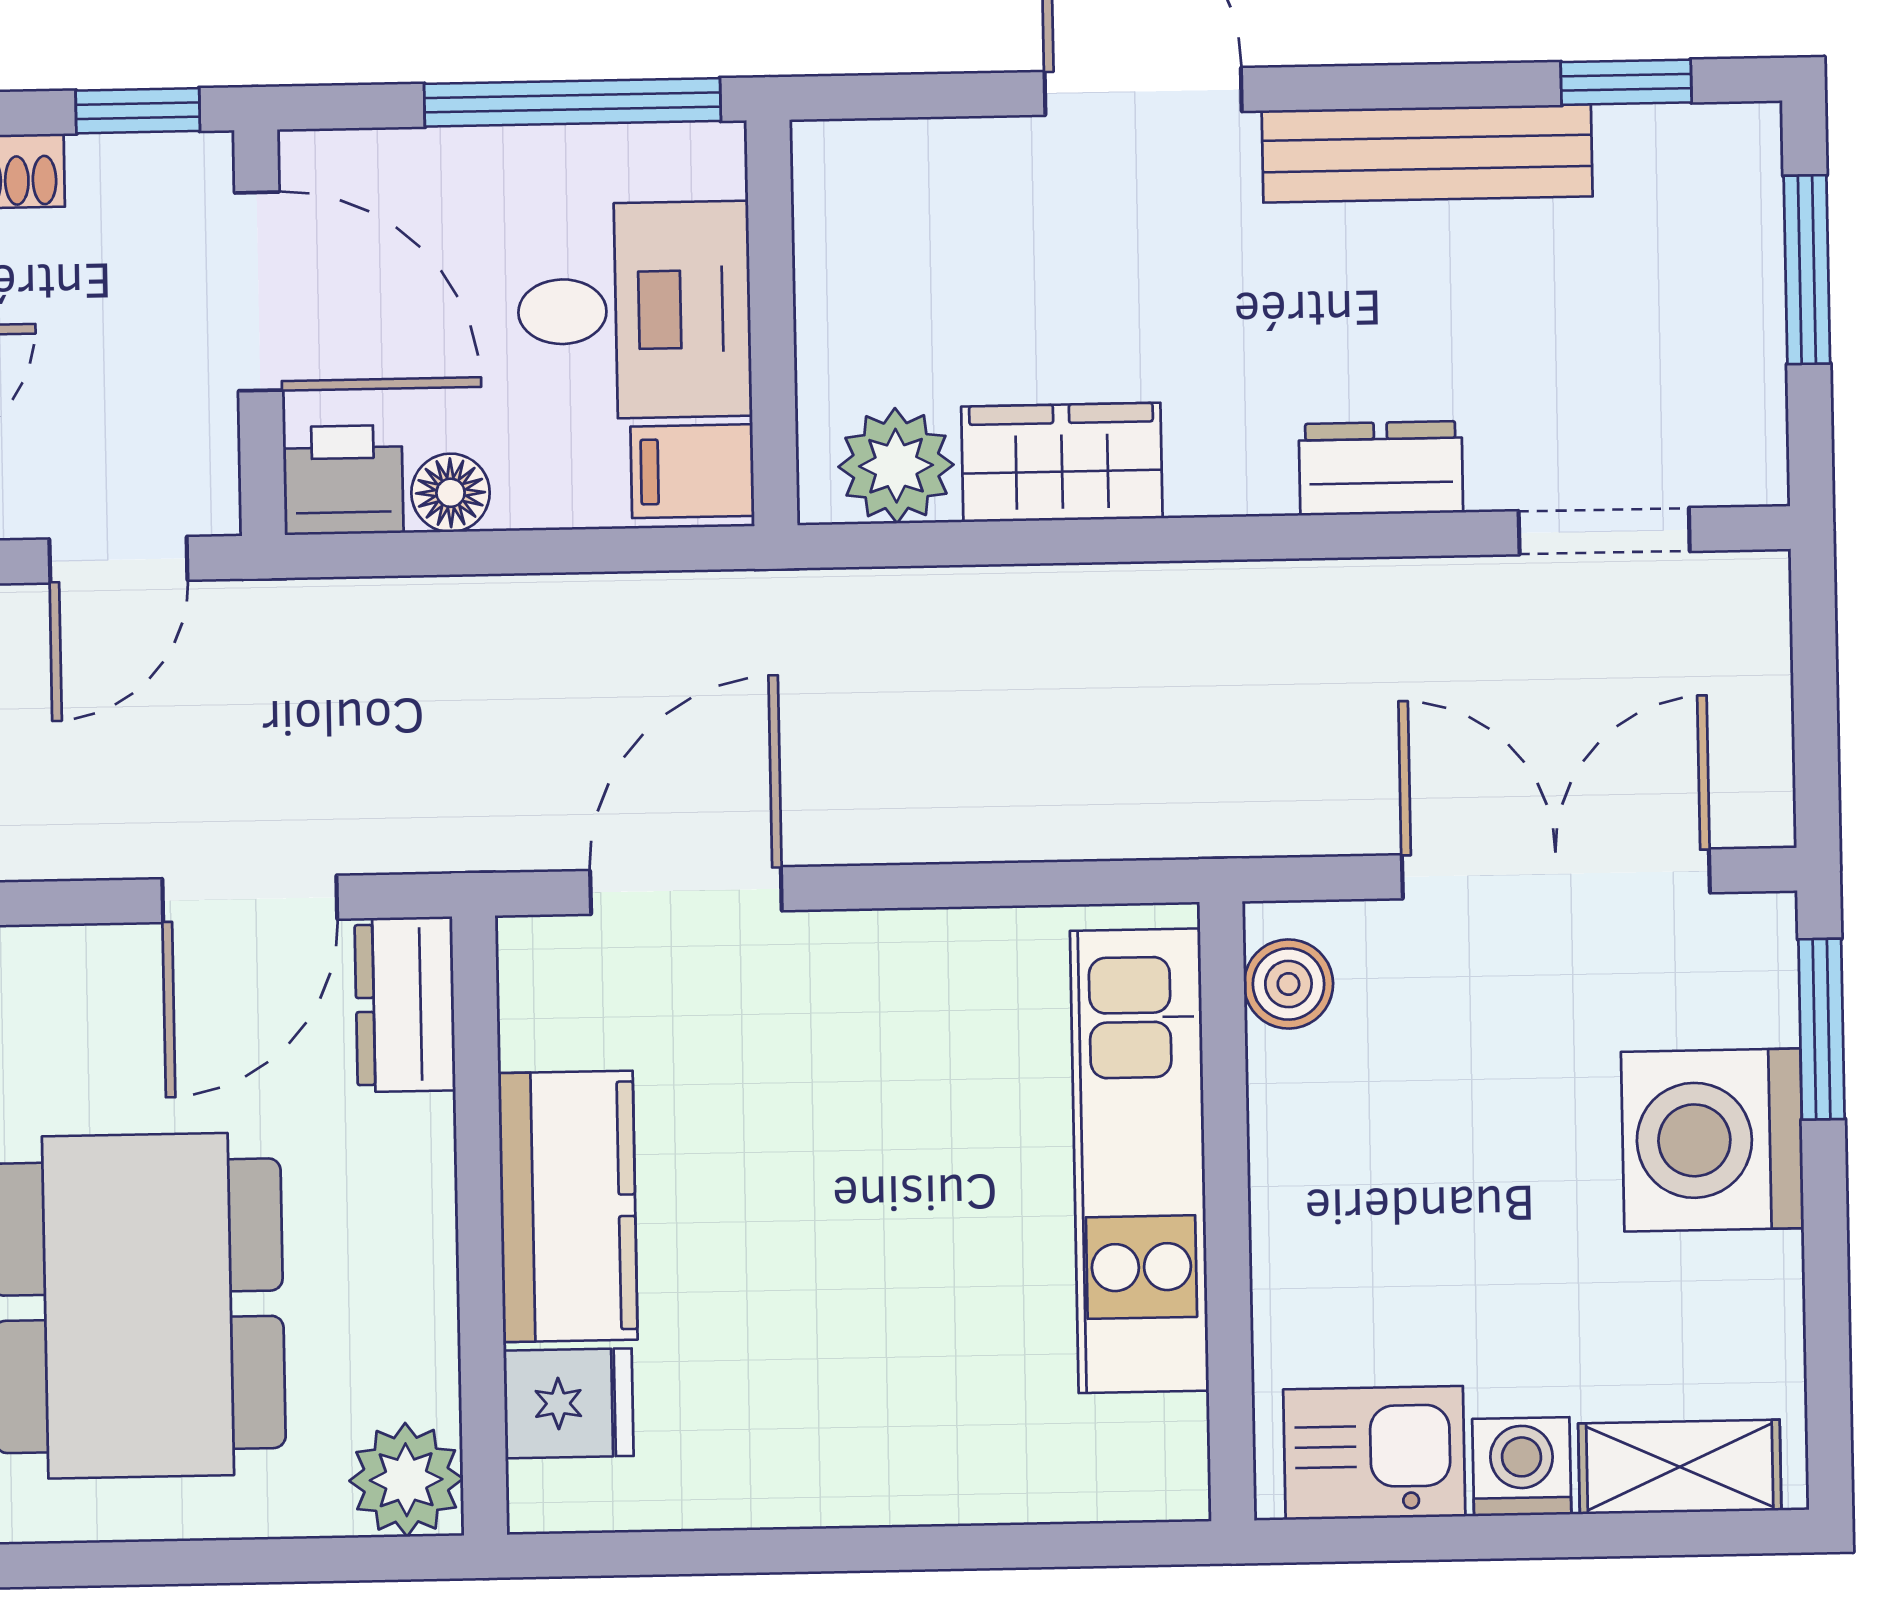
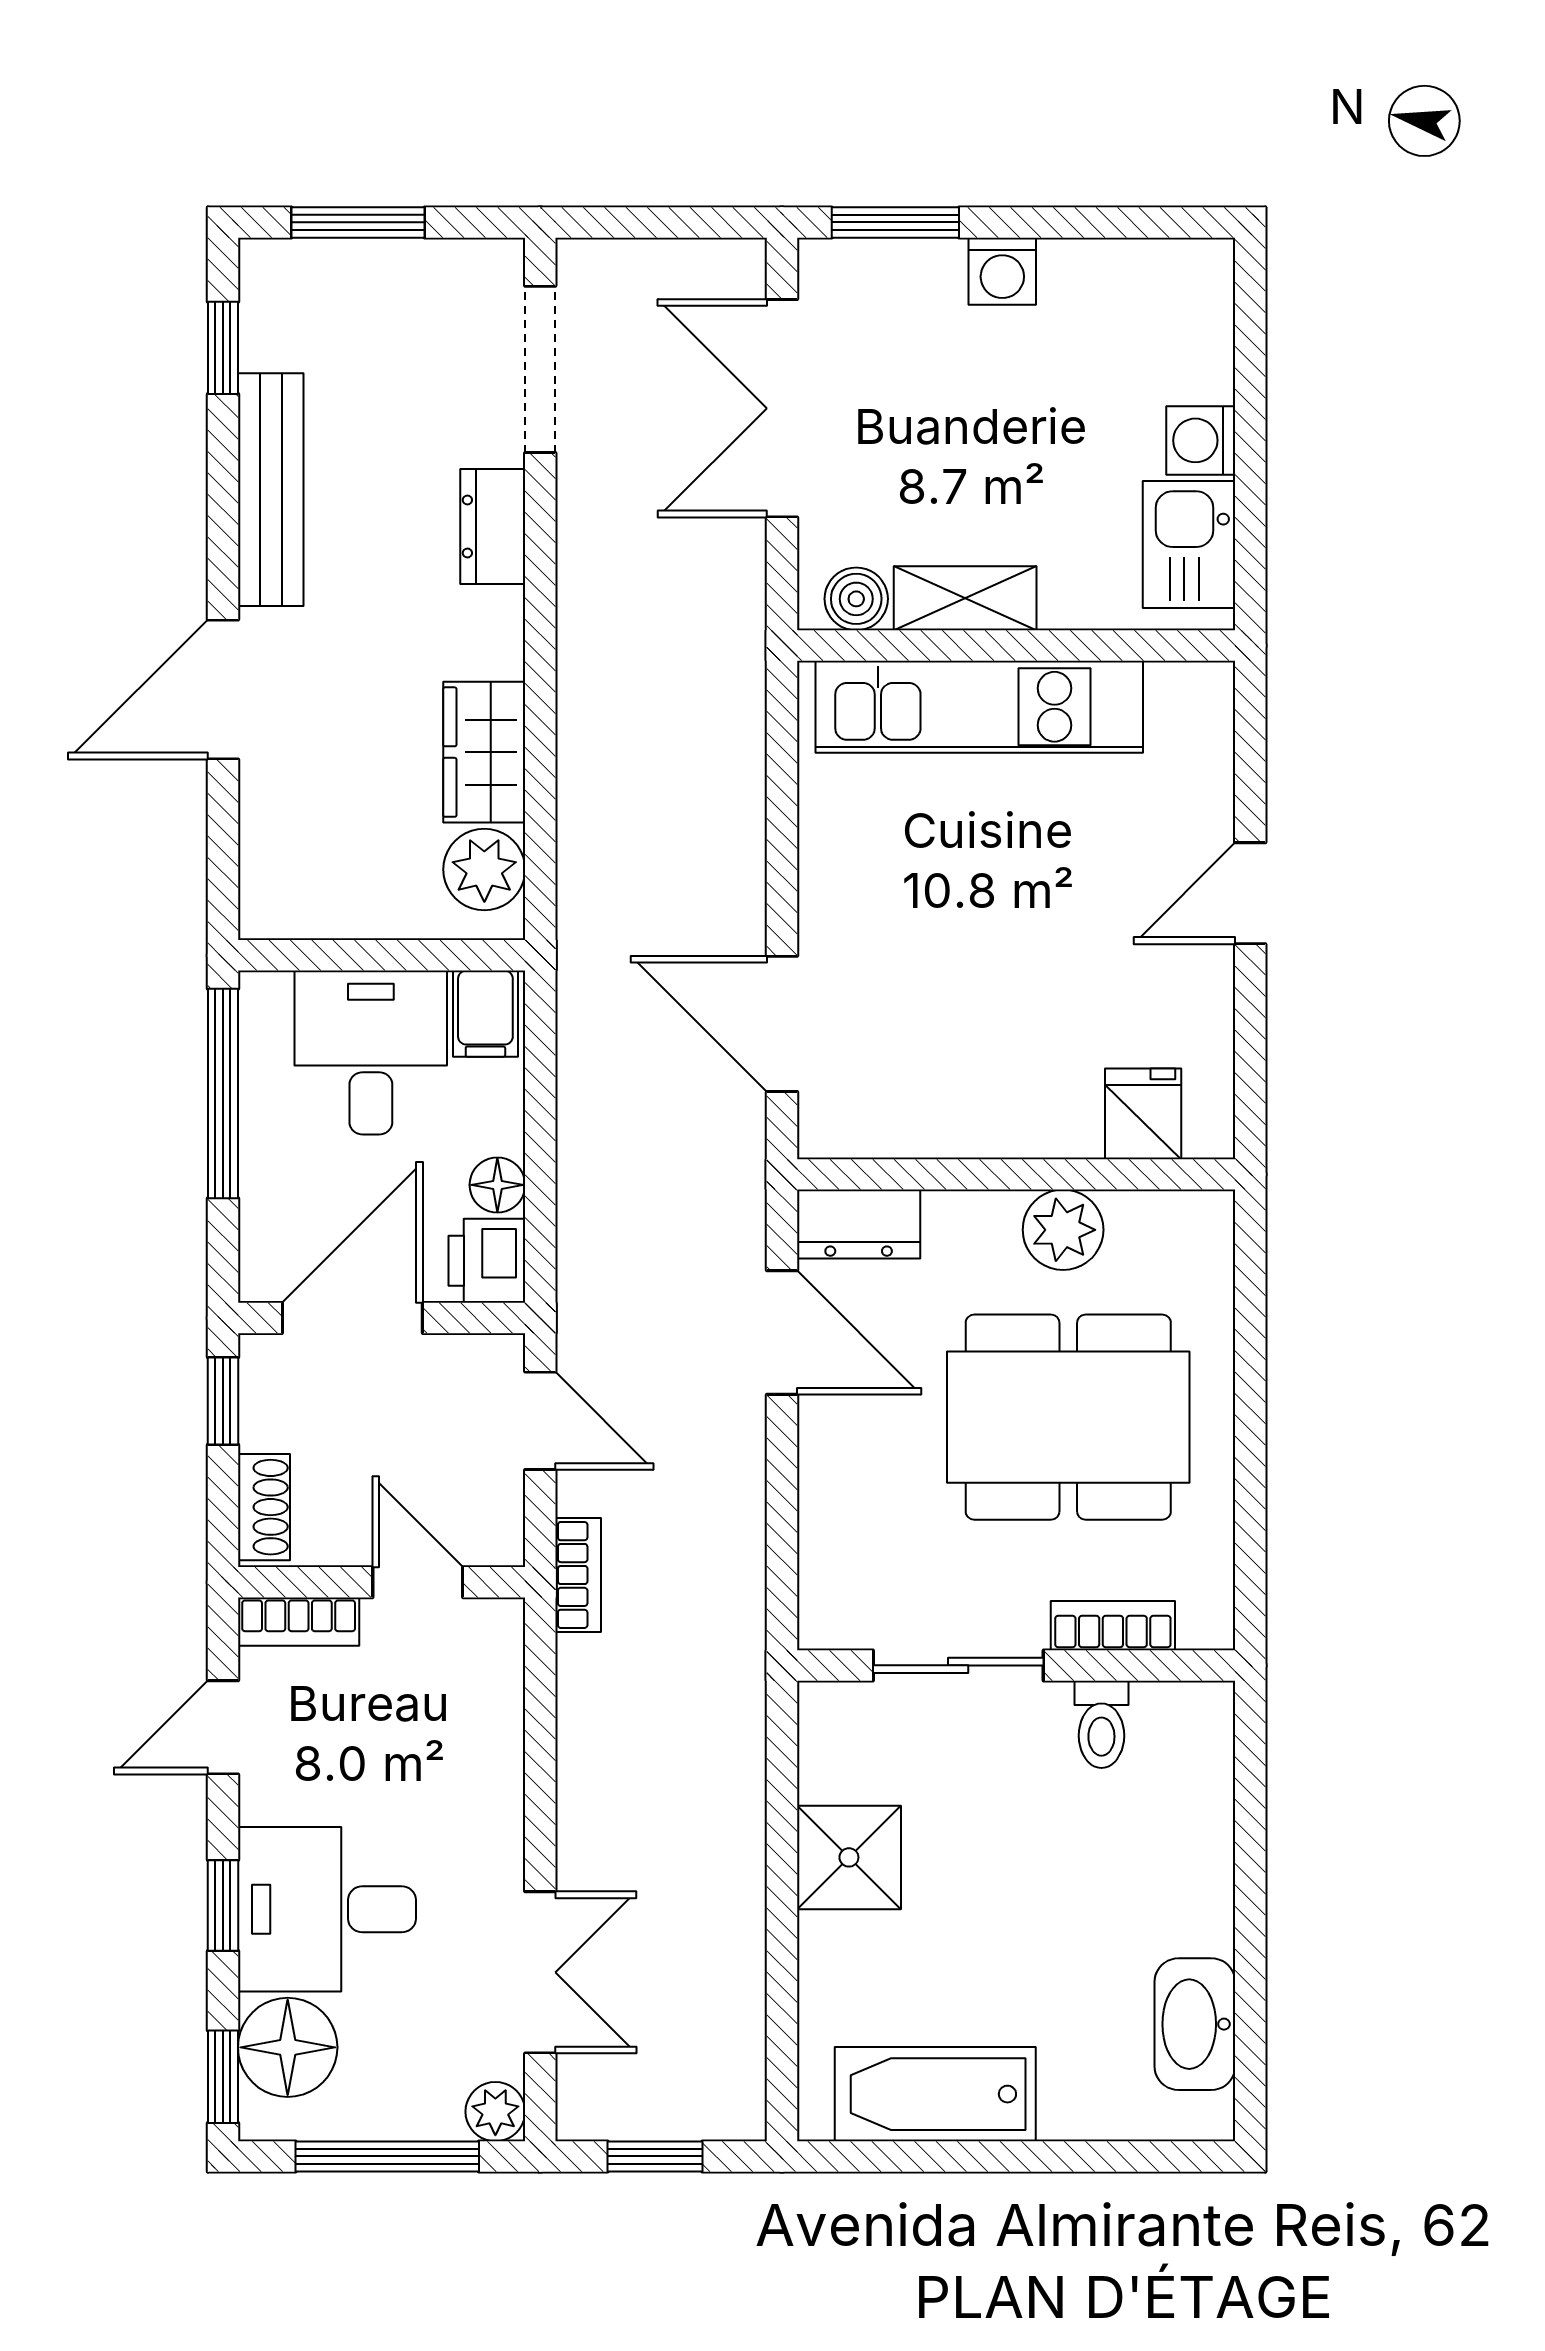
doorway: (1604, 531) -> (540, 369), width x1.38
washing machine: (1712, 1140) -> (1002, 271), width x0.53, depth x0.53
kitchen counter: (568, 1206) -> (1004, 1112), removed
shelving: (1680, 1467) -> (965, 598), moved, turned 90
plant: (406, 1480) -> (1063, 1230), moved
door: (883, 1549) -> (1250, 893), added

